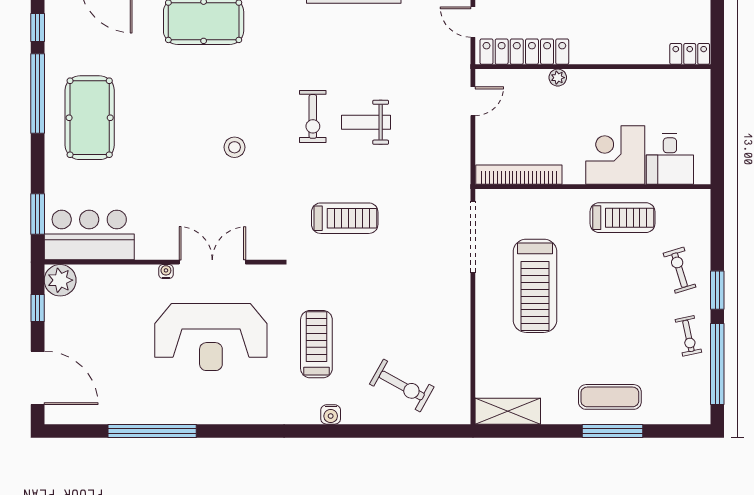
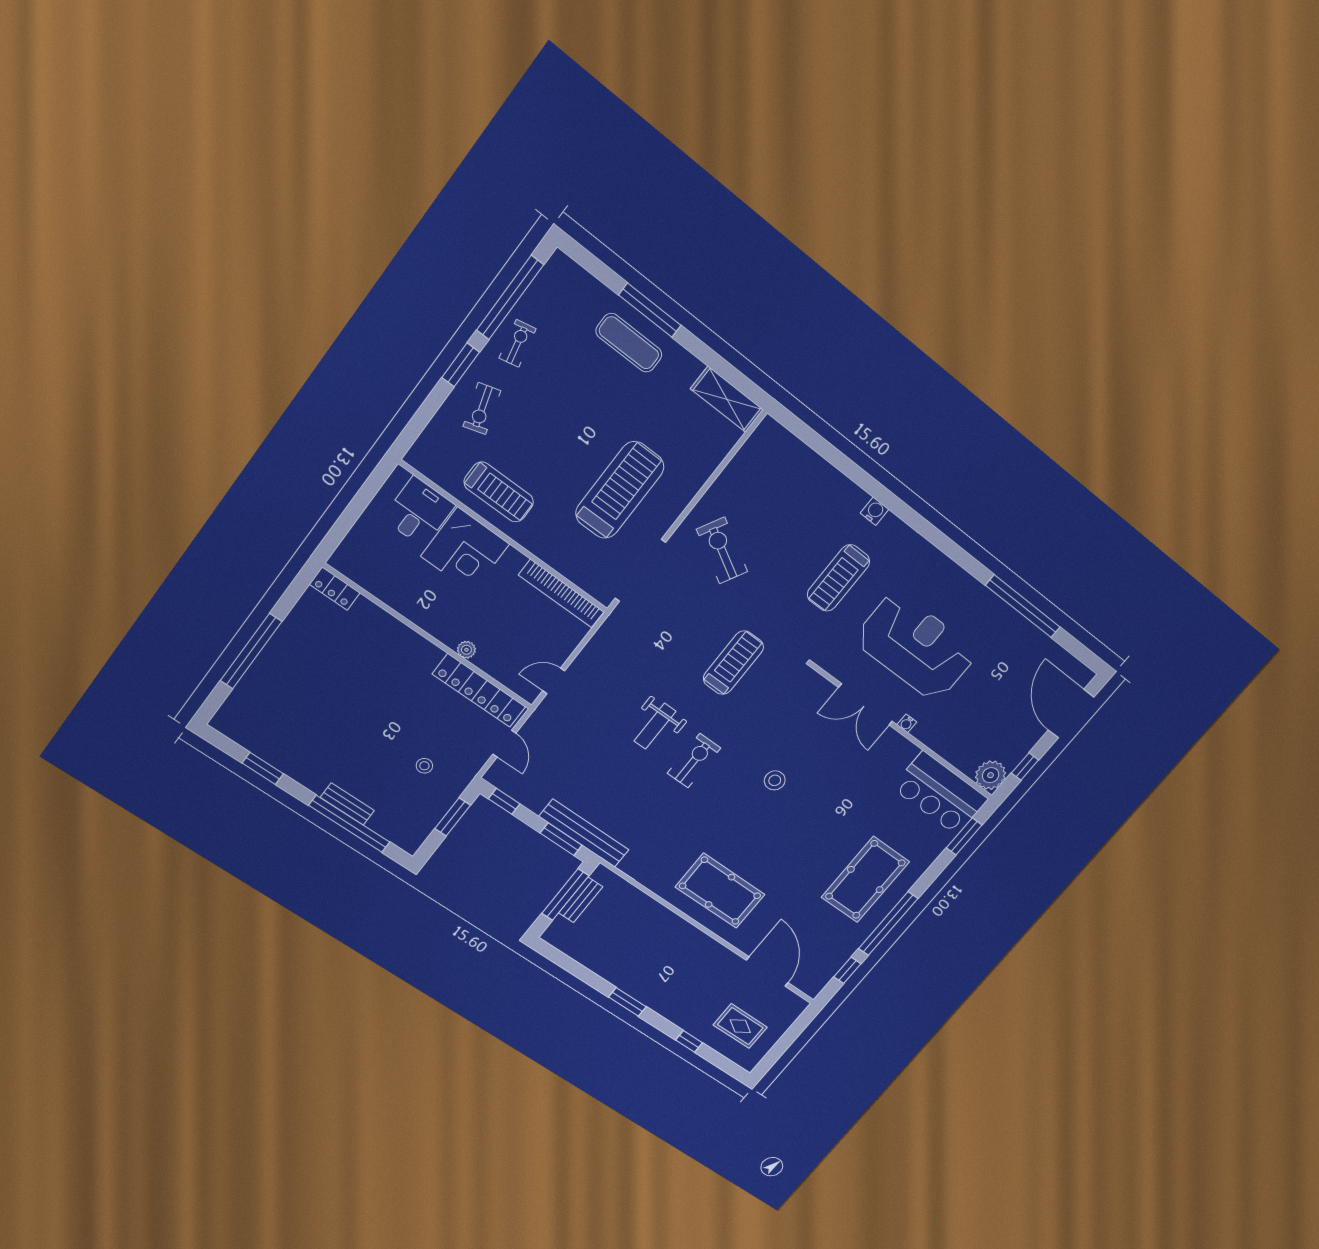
weight bench: (366, 122) -> (655, 726), turned 90
treadmill: (345, 218) -> (733, 663), turned 90
treadmill: (623, 218) -> (499, 492), turned 180
exercise bike: (402, 385) -> (722, 550), moved

